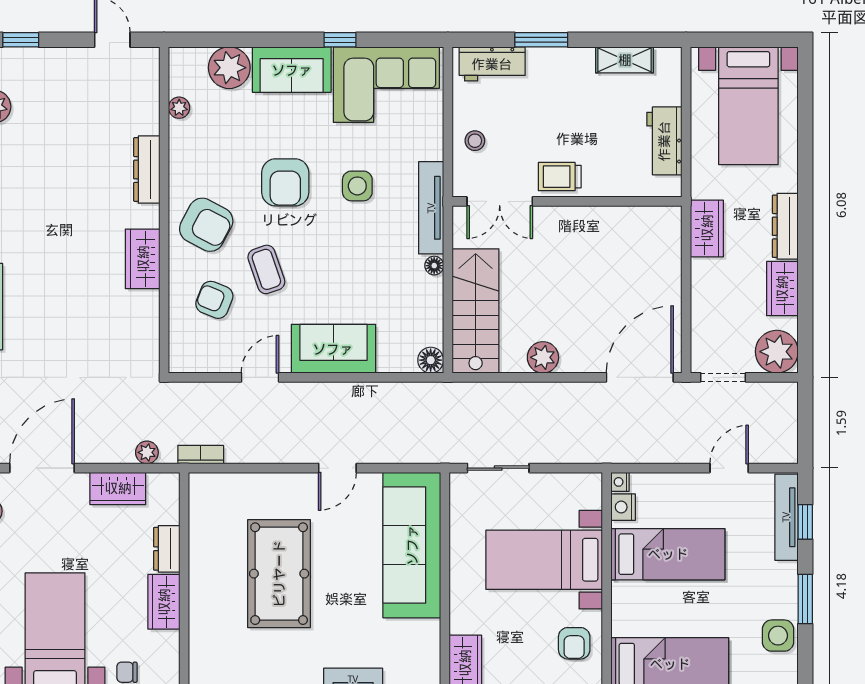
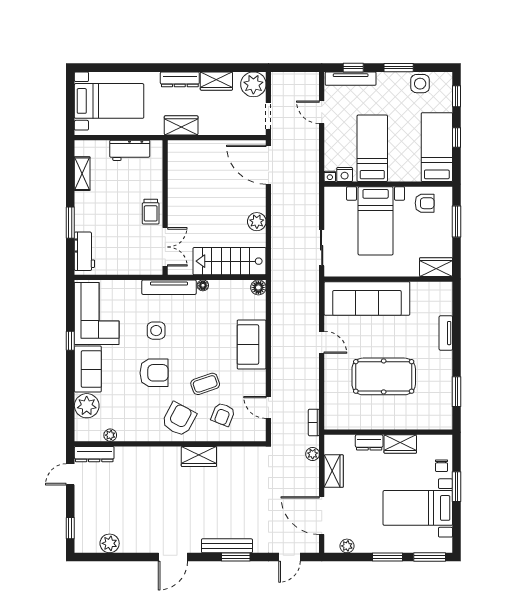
stool: (475, 141) -> (130, 262), removed
dresser: (147, 170) -> (94, 454), moved
door: (260, 377) -> (268, 407), moved

